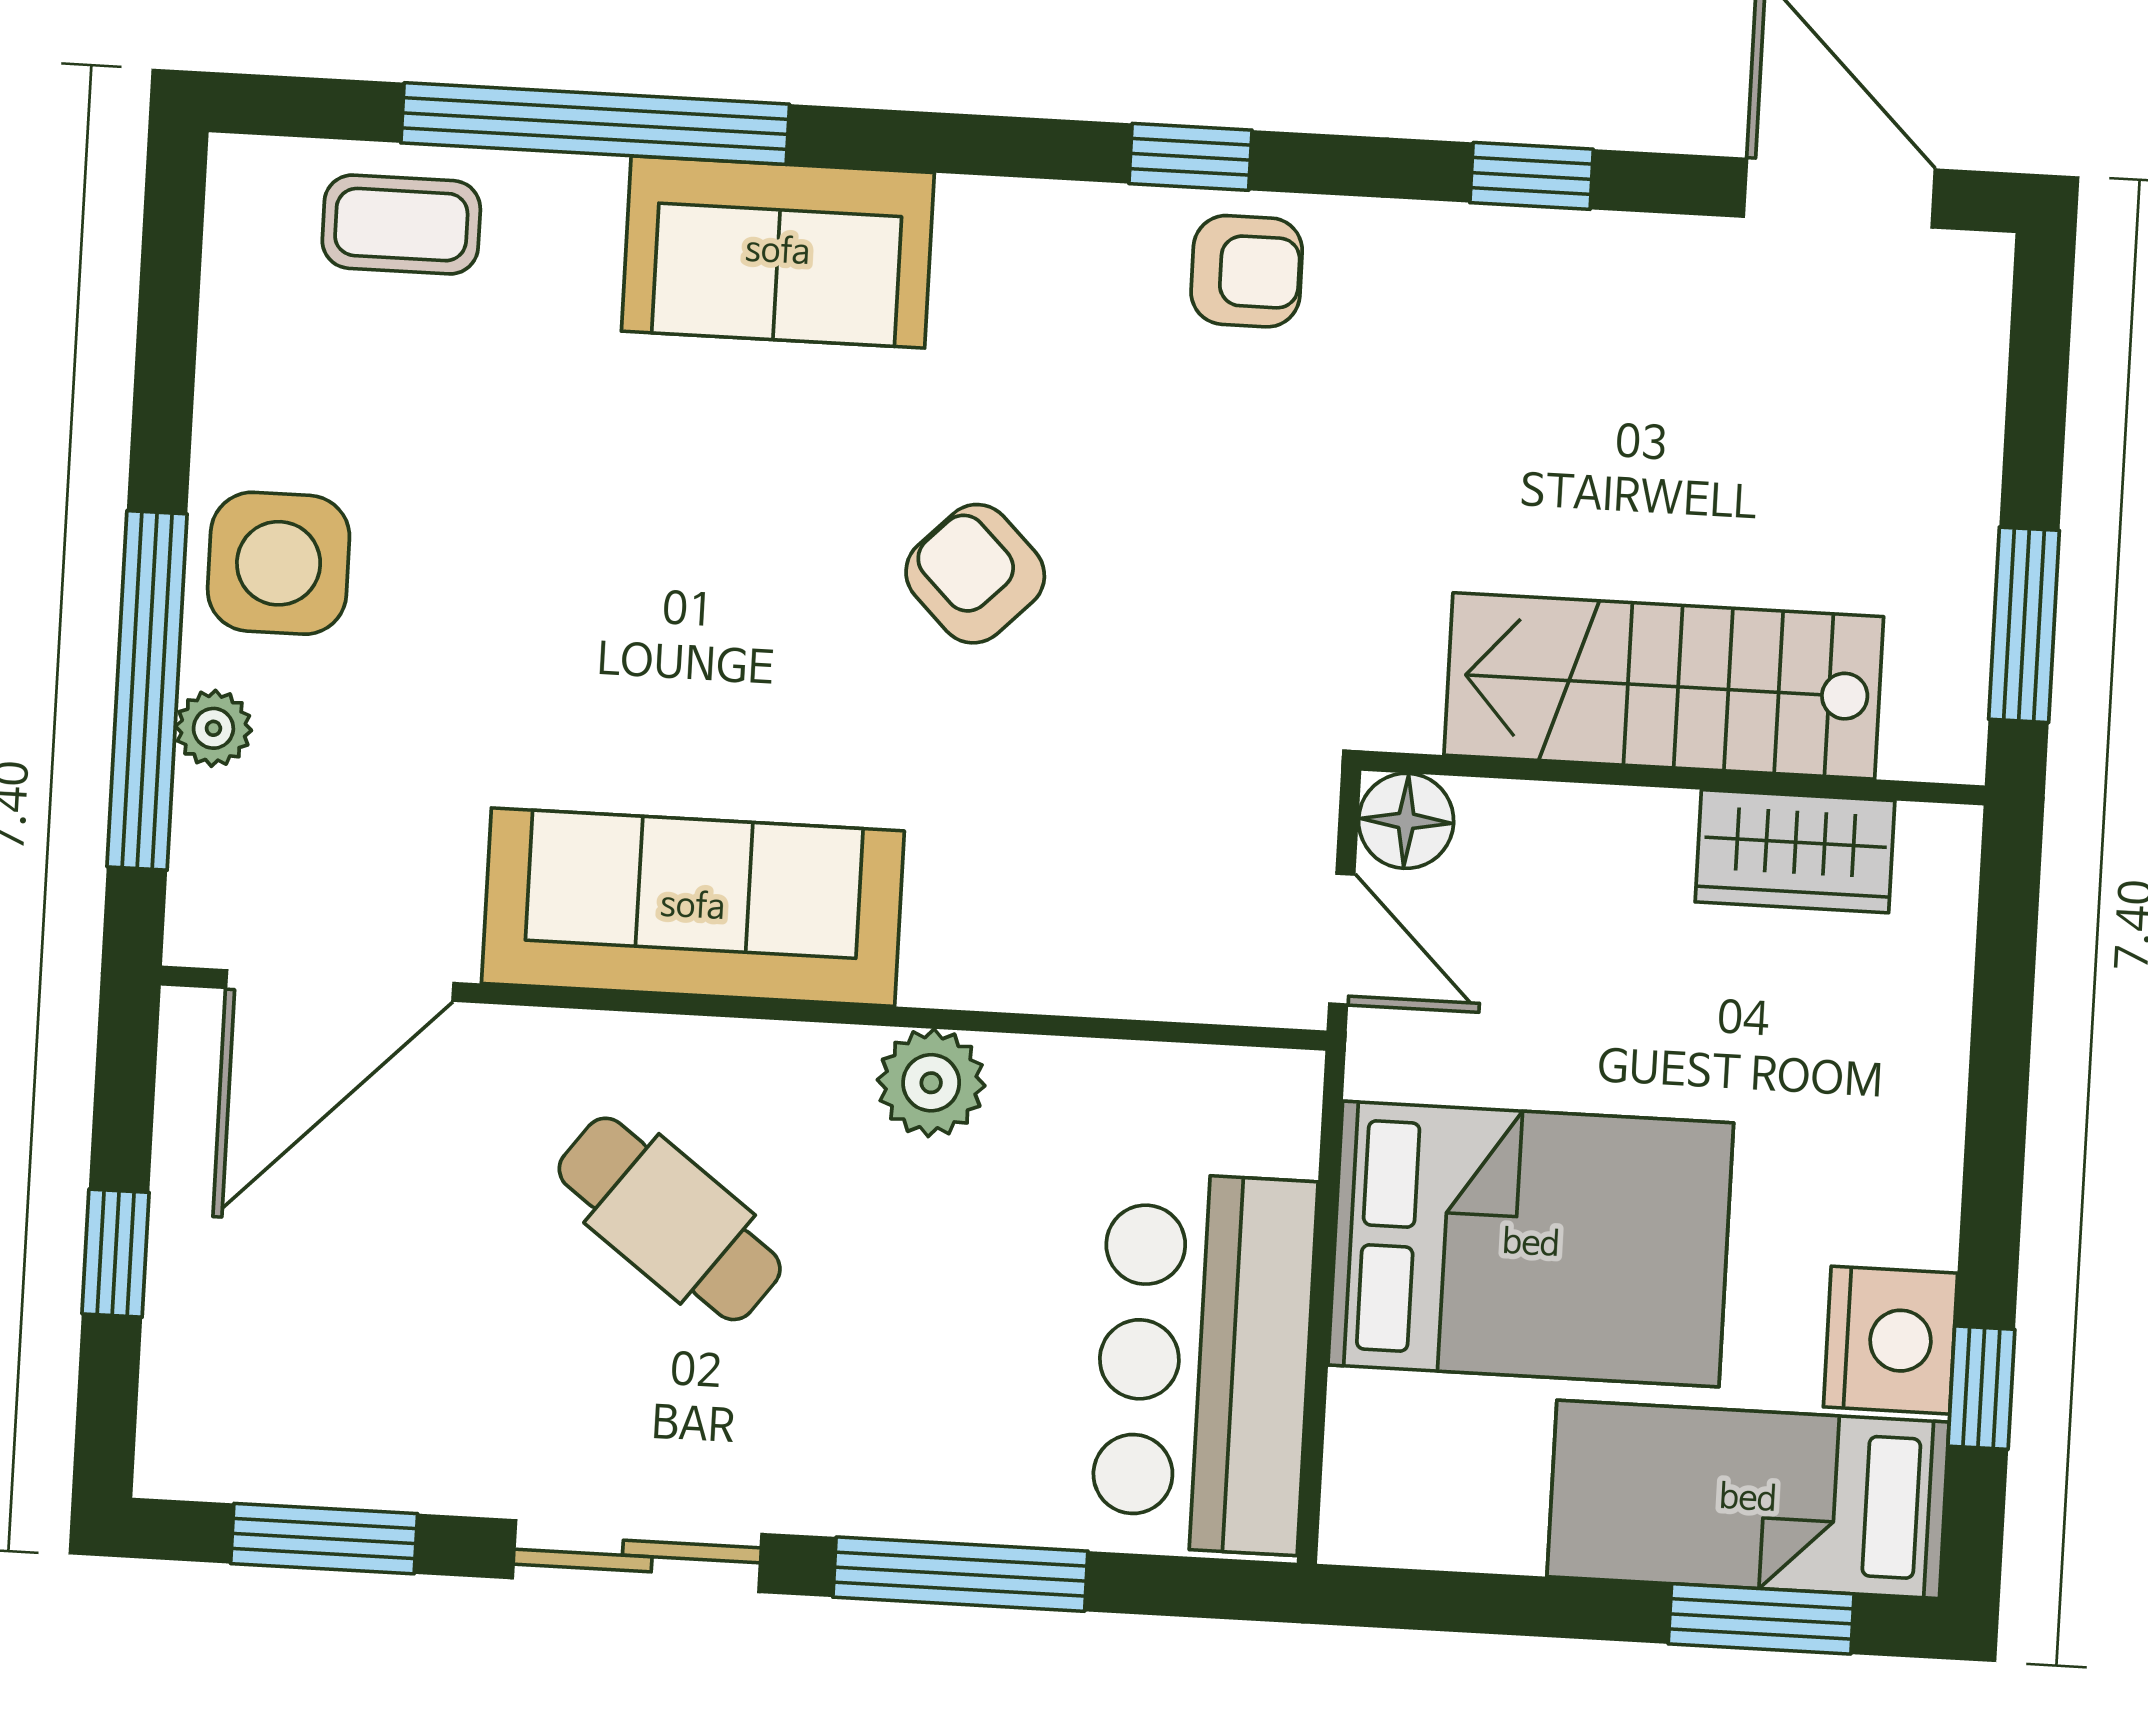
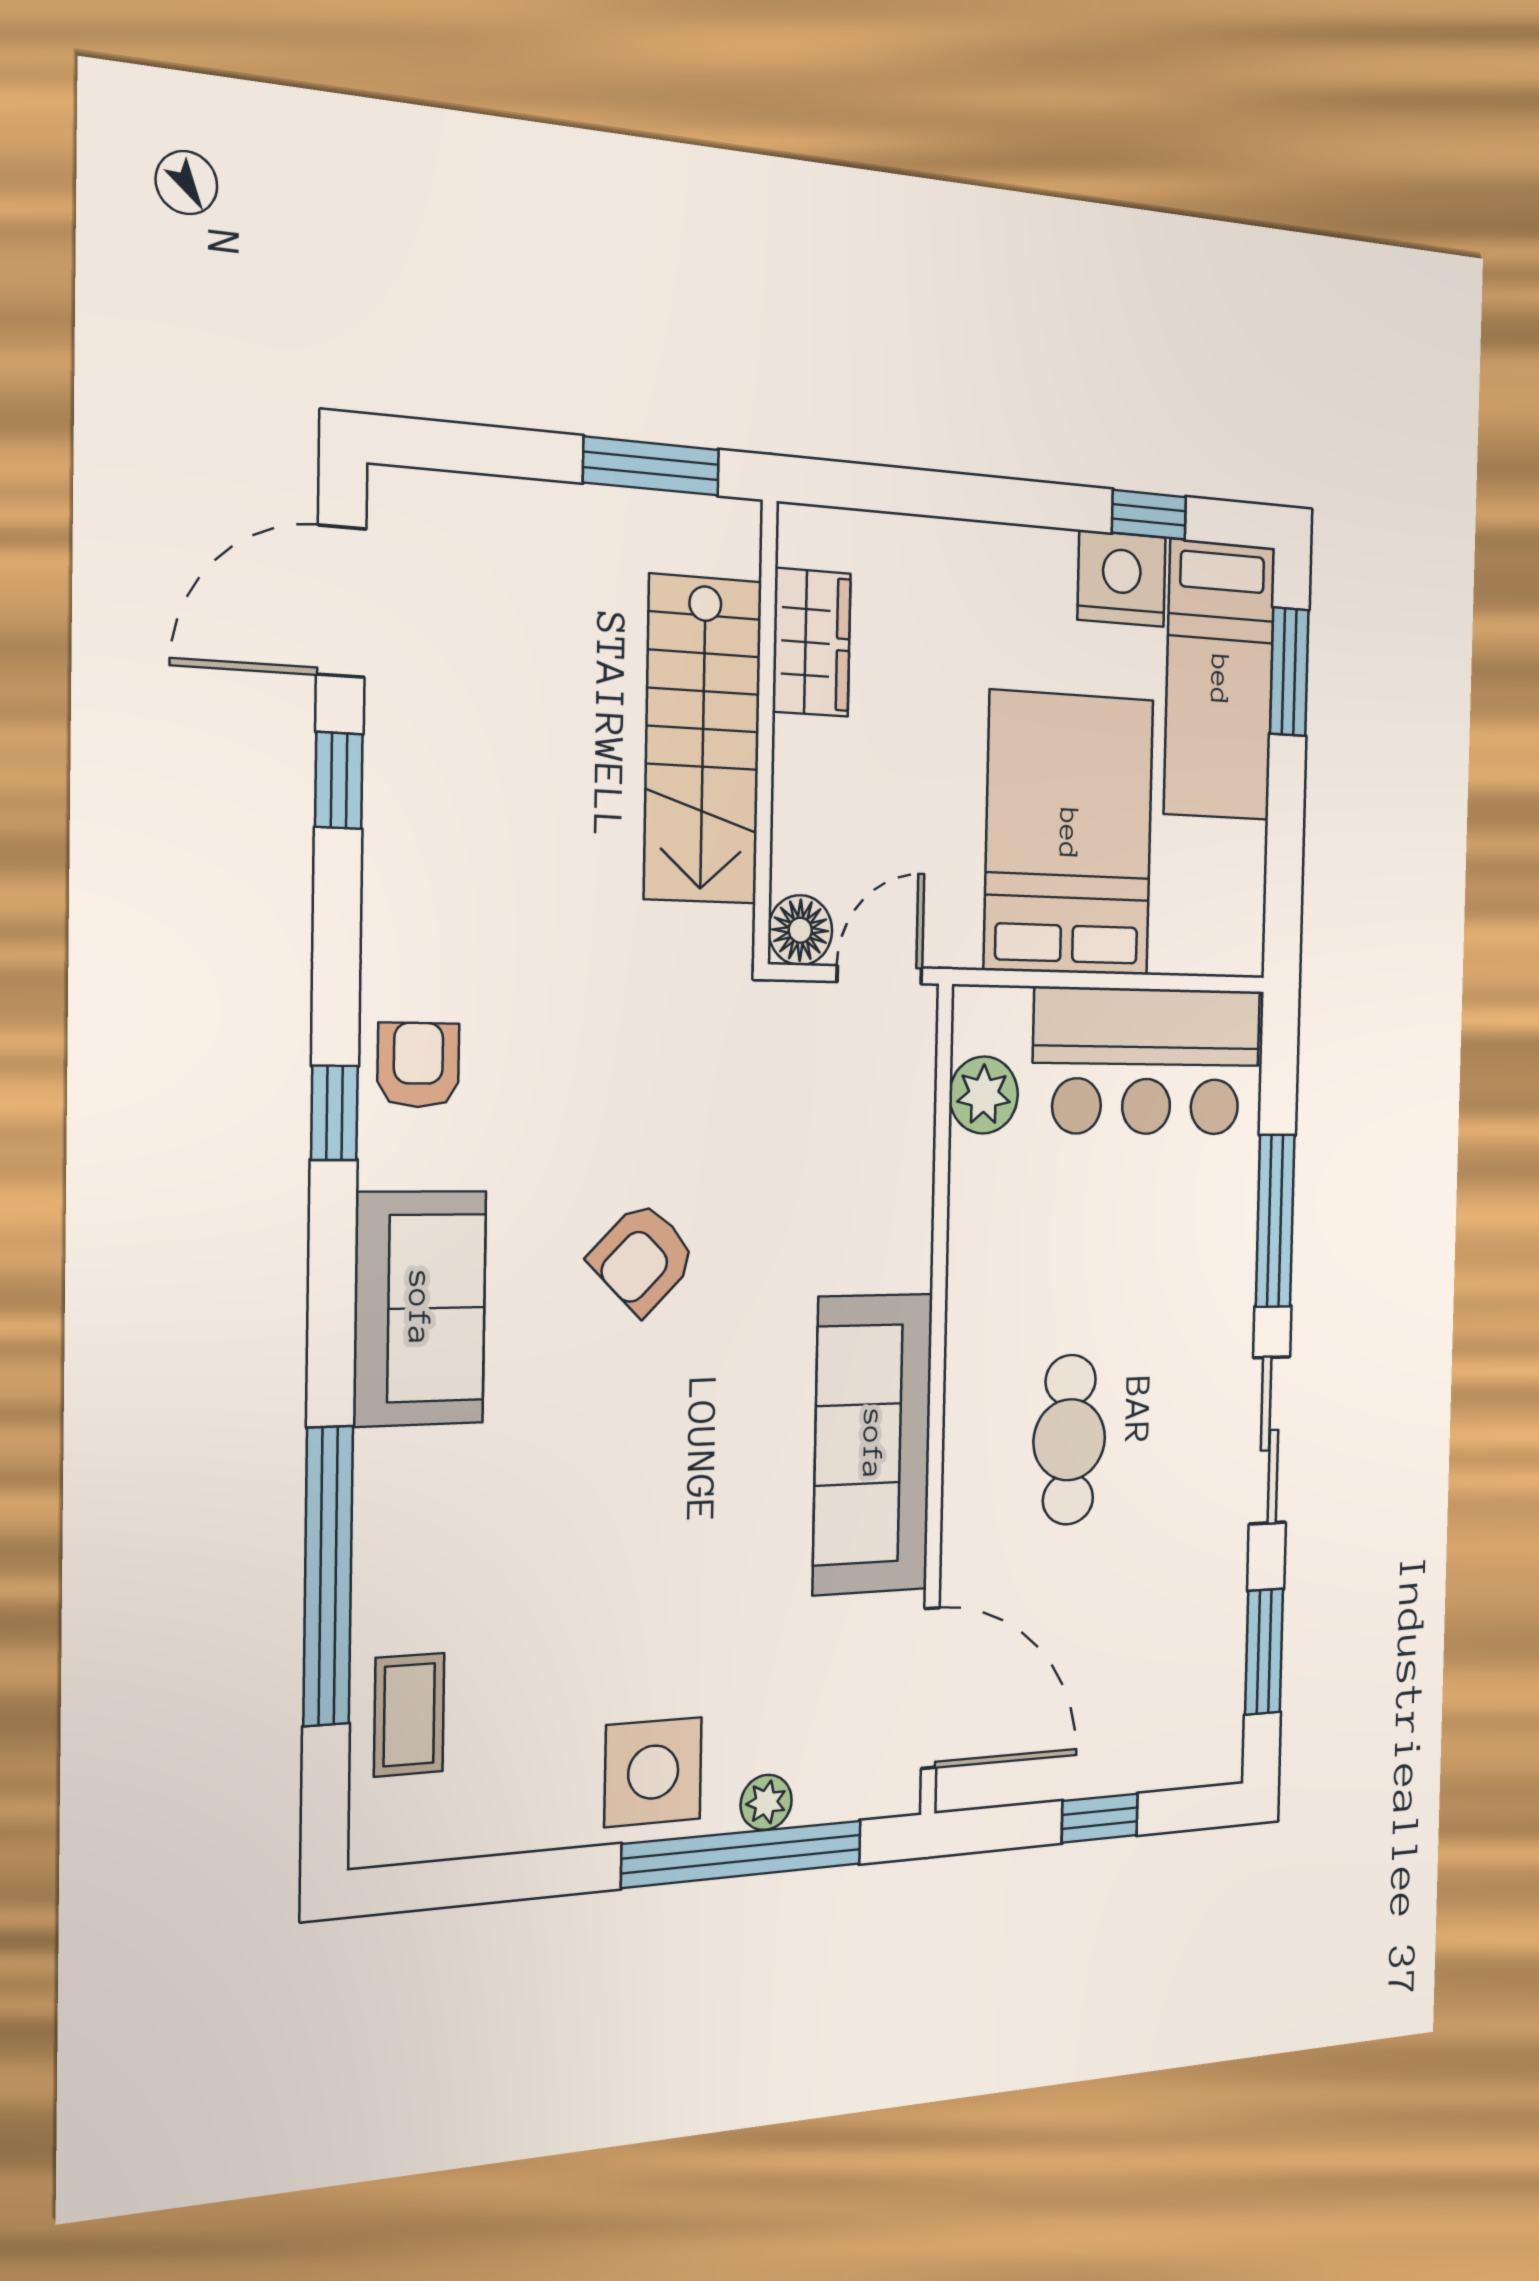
window: (1532, 176) -> (339, 781), moved
sofa: (778, 252) -> (420, 1308), moved
plant: (931, 1083) -> (984, 1095), moved
cafe table: (670, 1219) -> (1069, 1440), turned -37

